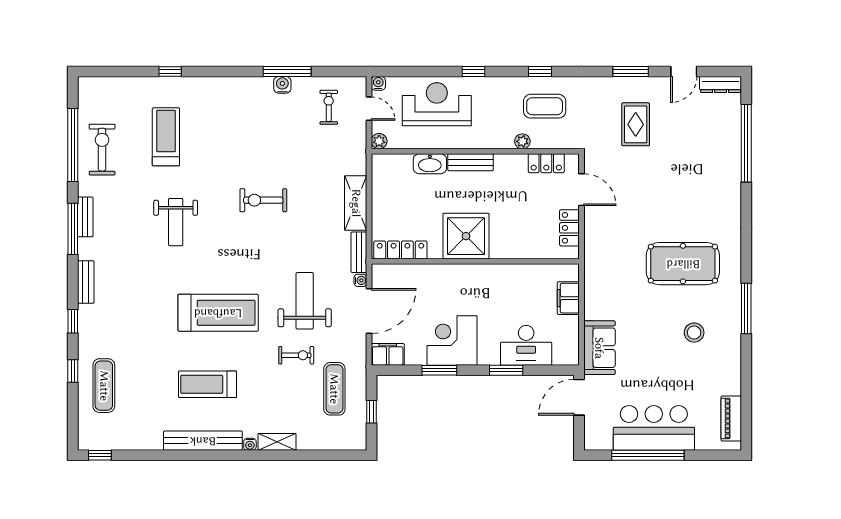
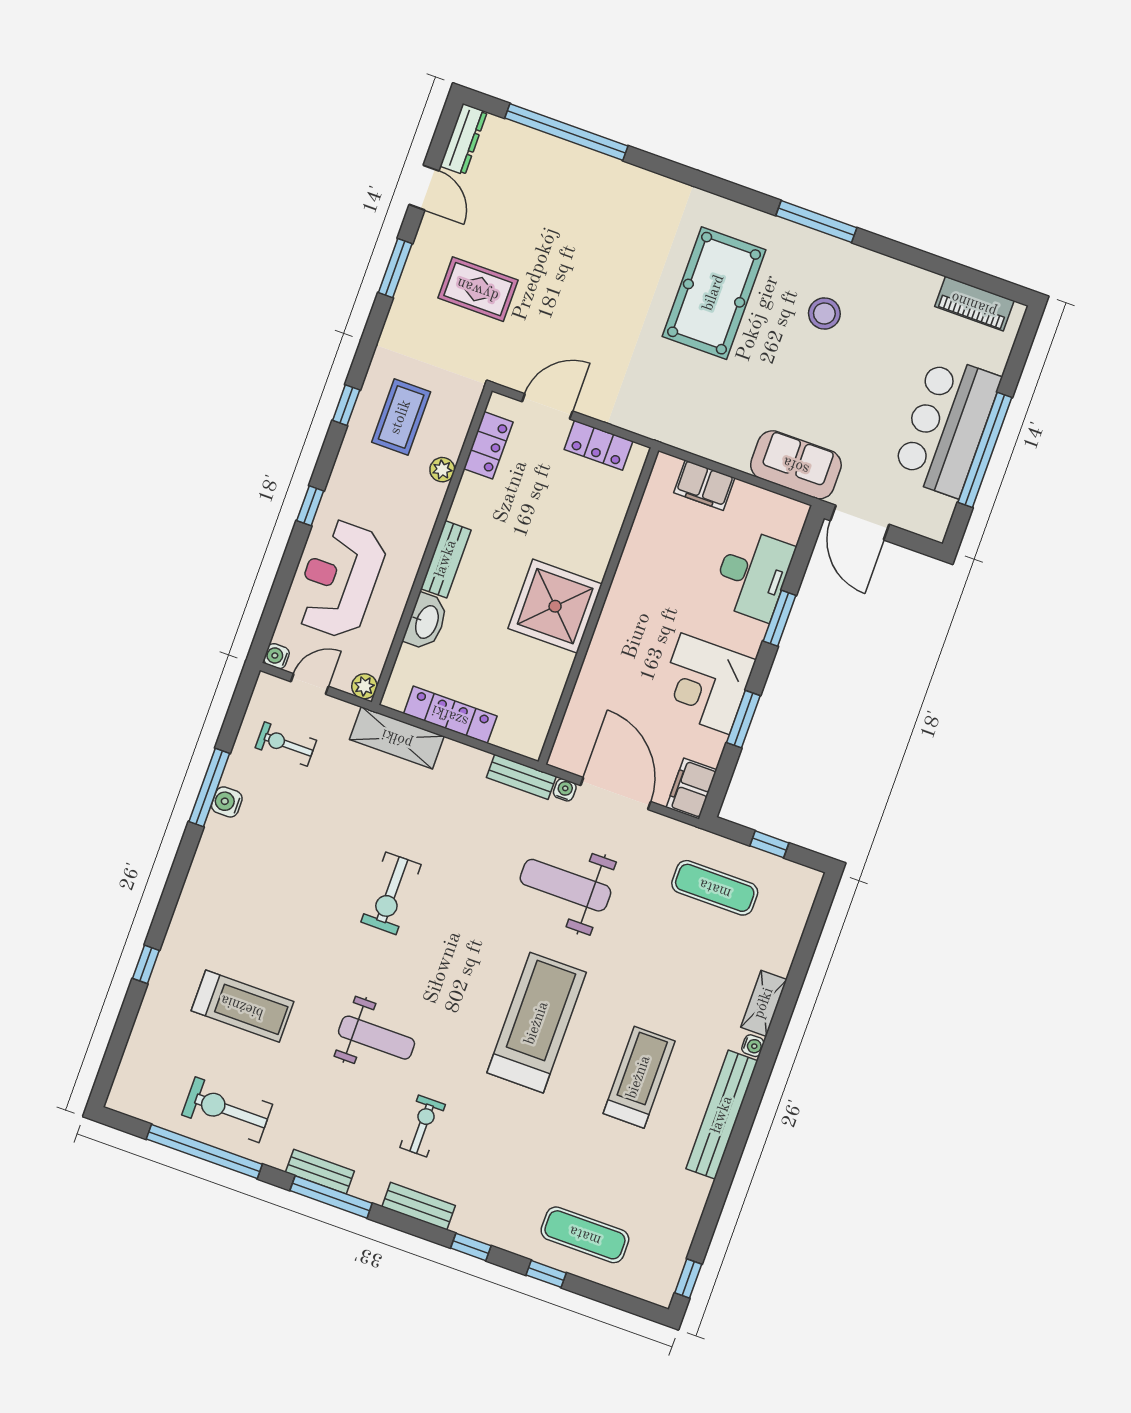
treadmill: (166, 137) -> (242, 1006), turned 180
shelving: (356, 203) -> (397, 738), moved
locker: (400, 250) -> (450, 715), moved, turned 90
exercise bike: (296, 355) -> (423, 1126), moved
treadmill: (208, 384) -> (639, 1077), turned 180

